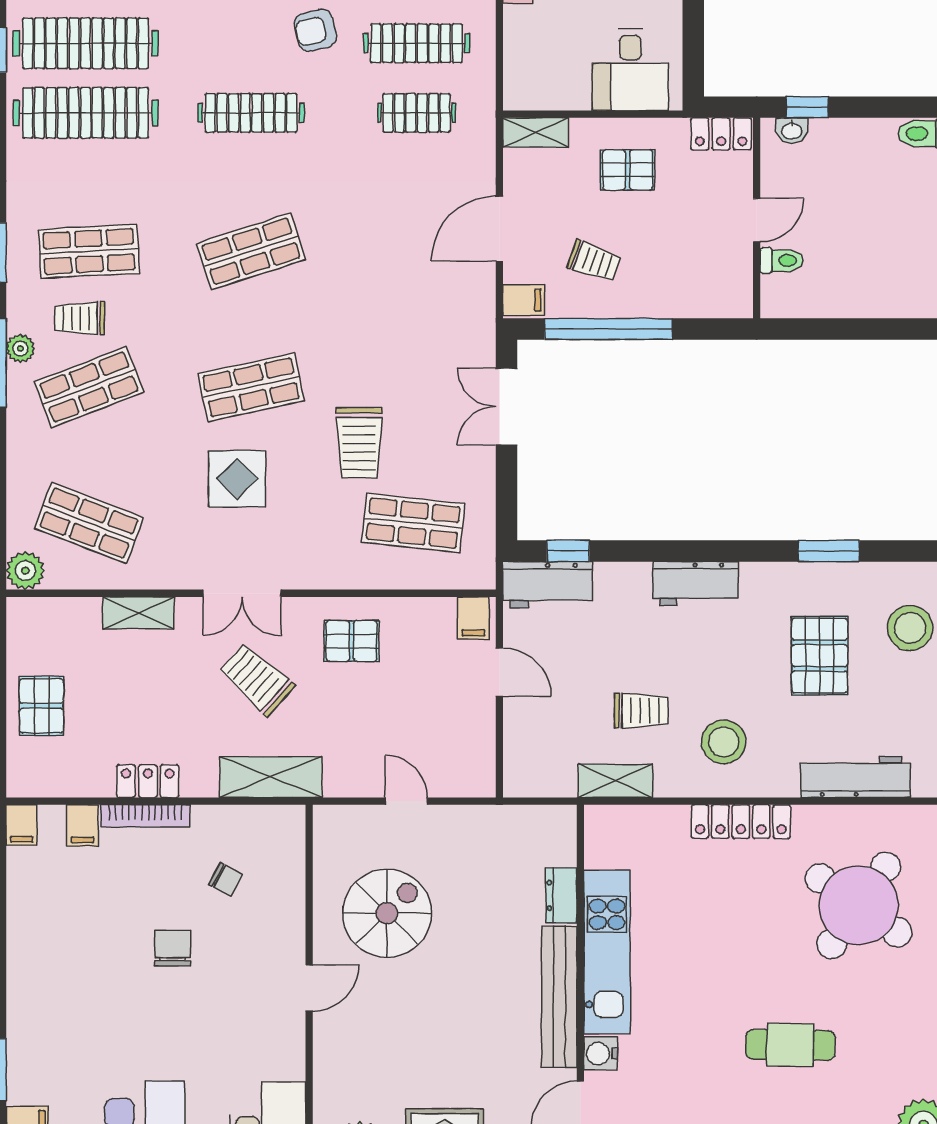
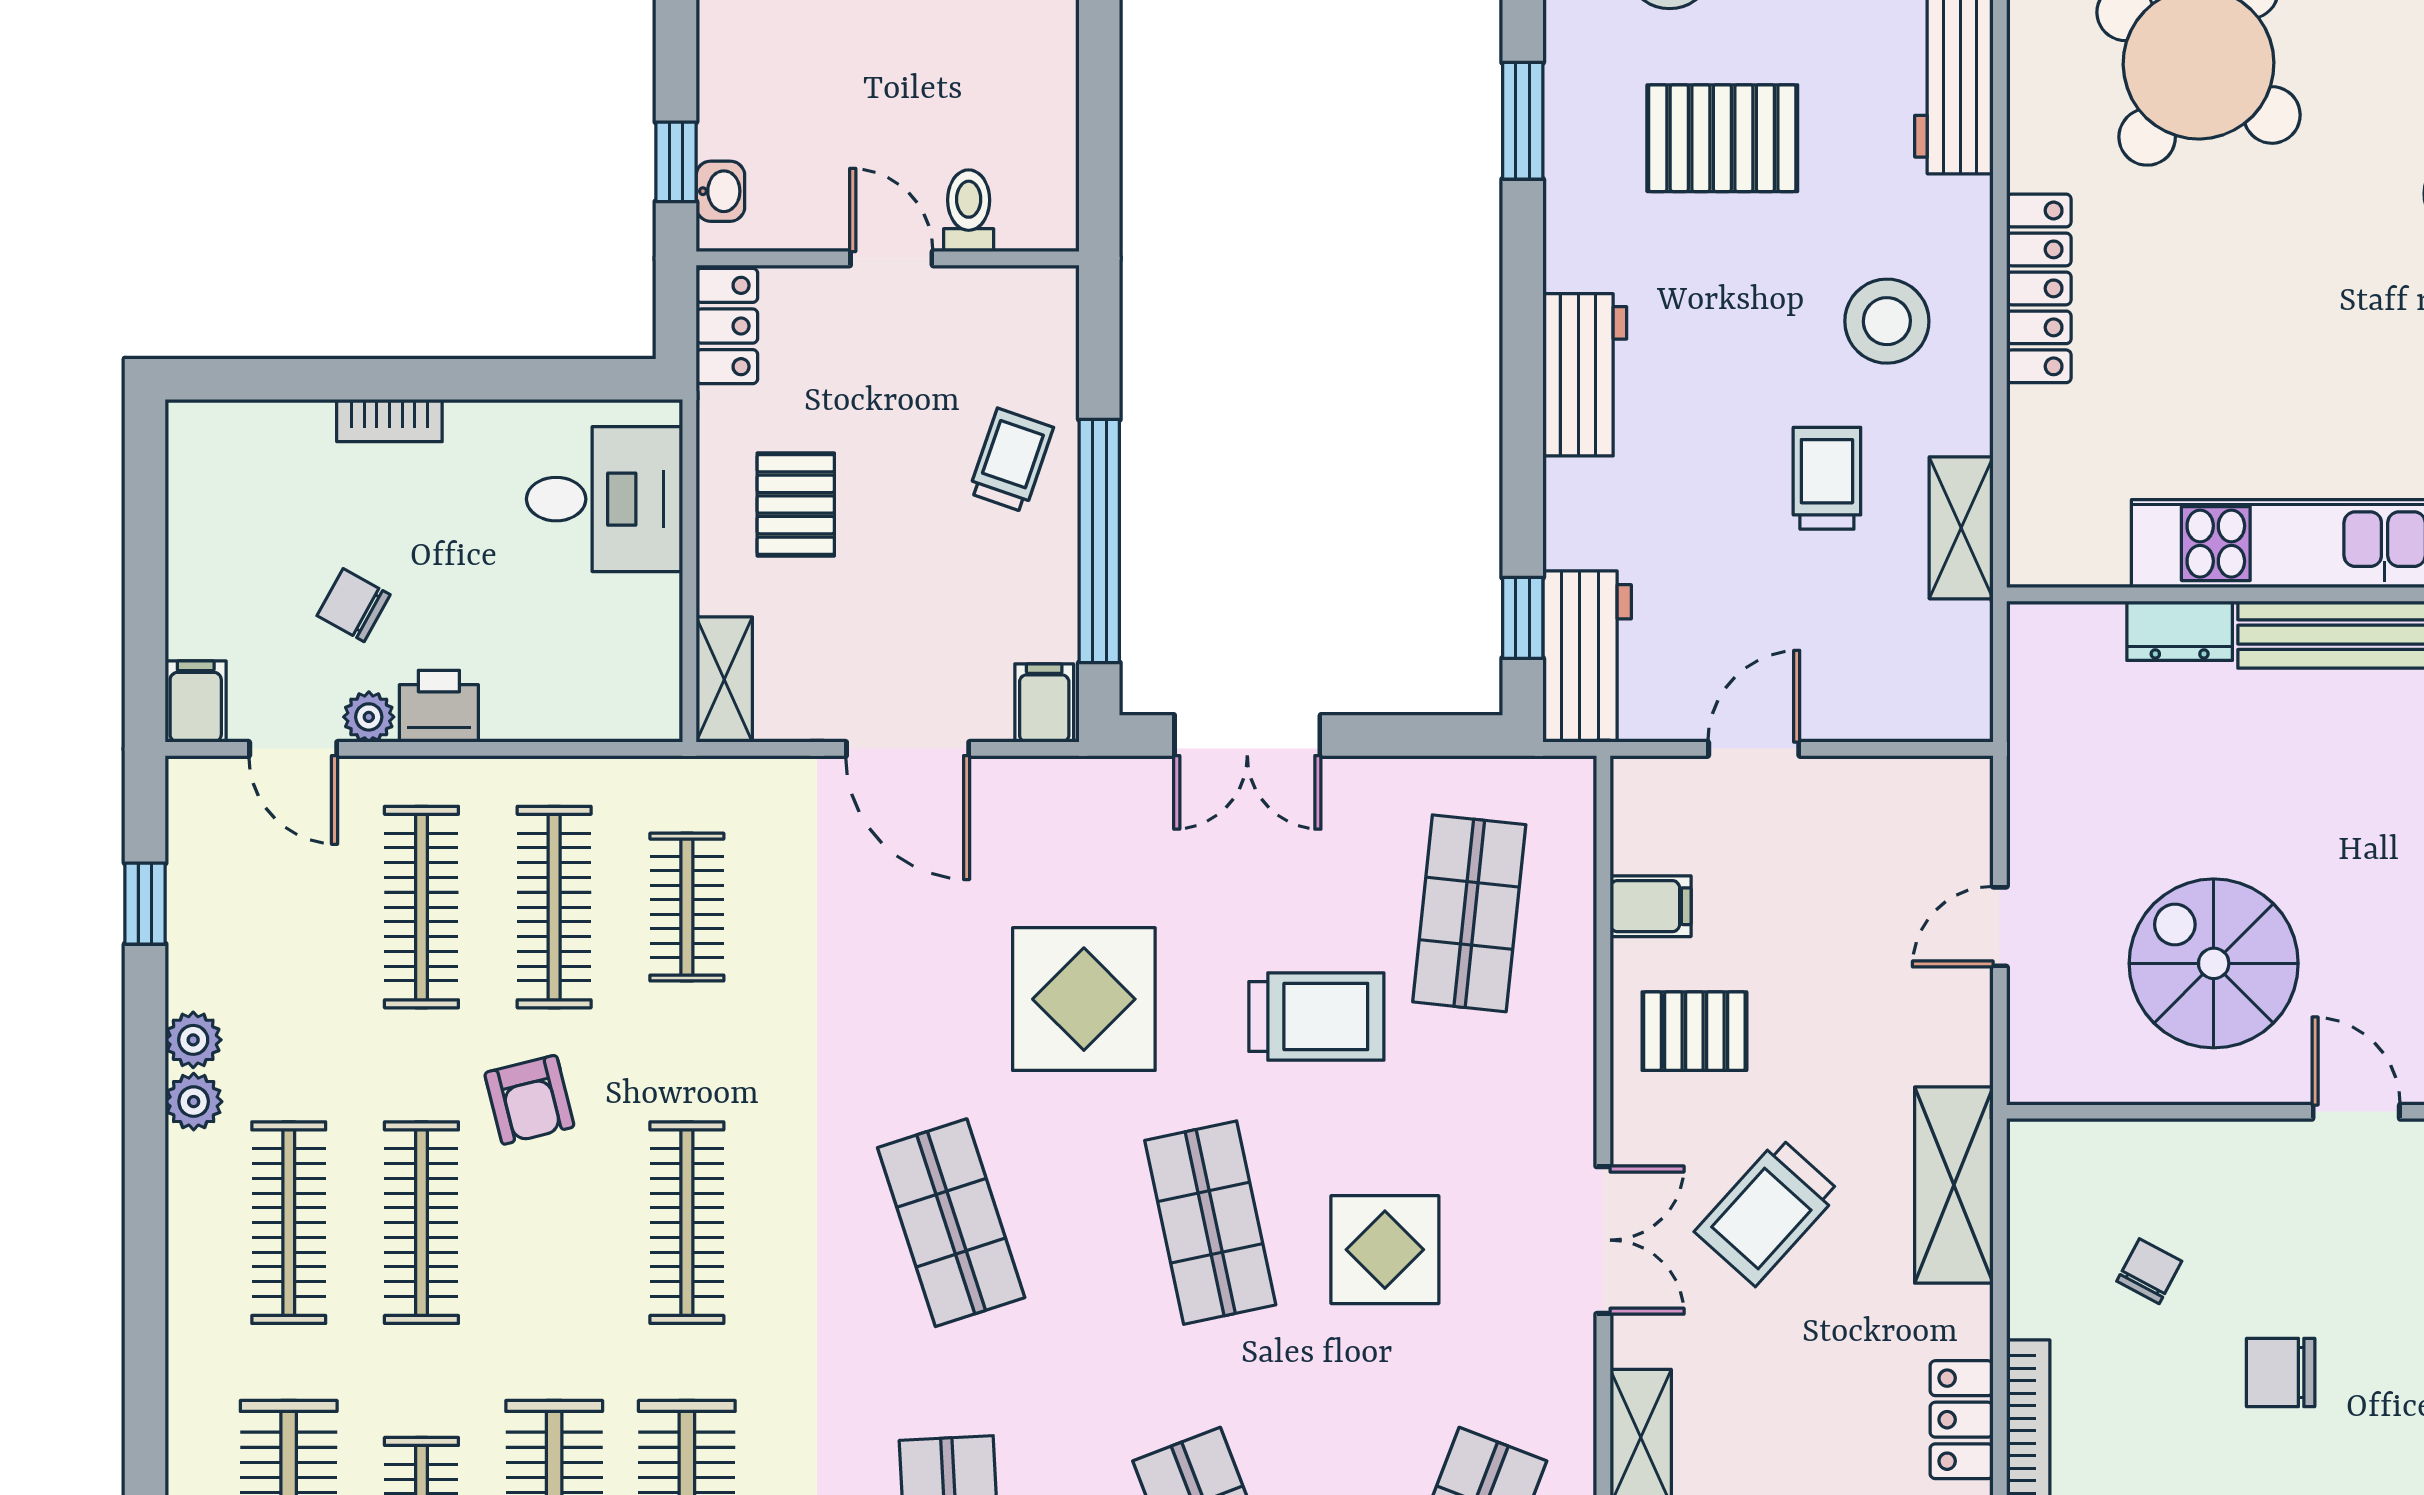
trolley: (594, 261) -> (1011, 460), moved
display table: (368, 321) -> (1084, 999), added
filing cabinet: (473, 618) -> (1651, 906), moved
pallet: (351, 641) -> (1694, 1031), turned 90

